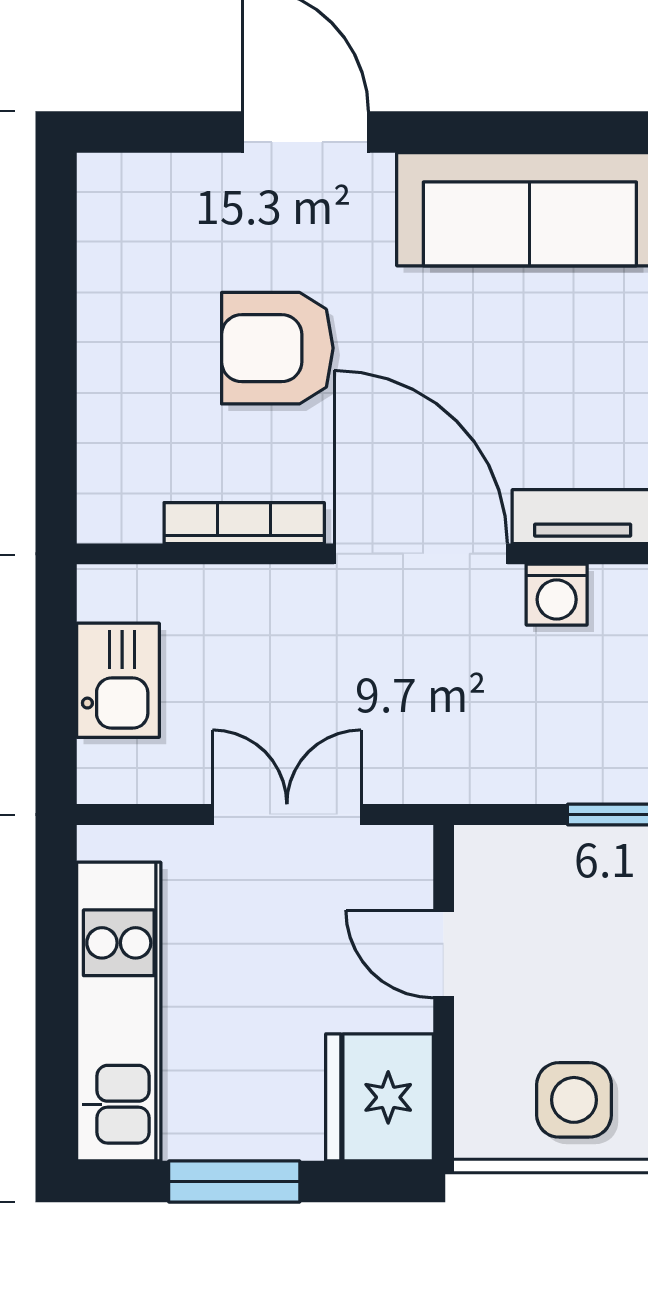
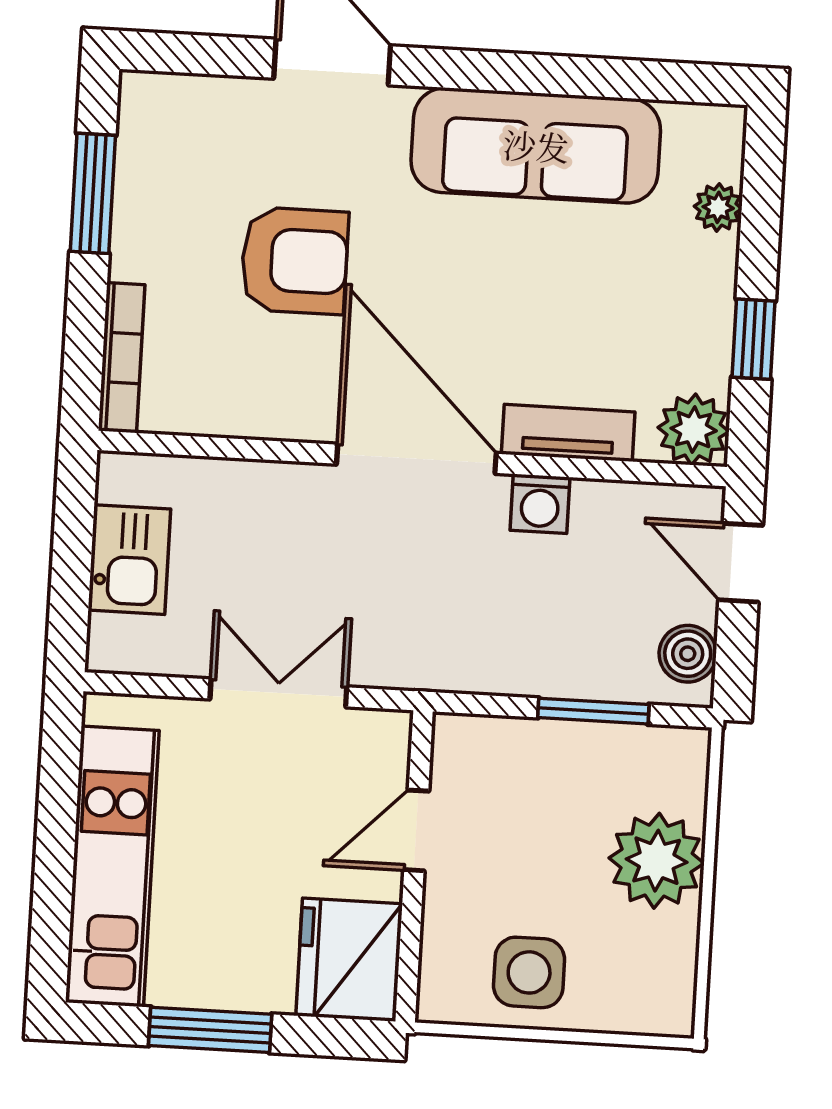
window: (56, 288) -> (93, 193), added
armchair: (277, 348) -> (294, 261), turned 180
bookcase: (244, 523) -> (122, 358), moved, turned 90
door: (444, 954) -> (416, 830), hinge flipped

